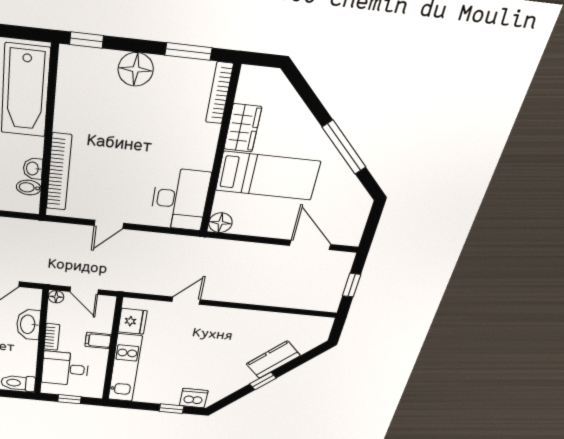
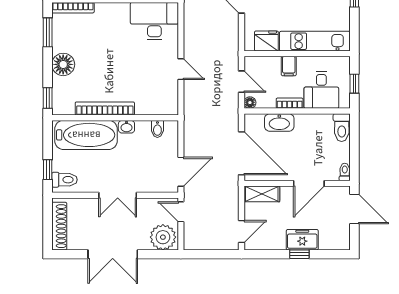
washbasin: (33, 169) -> (126, 127), moved
bookcase: (59, 172) -> (105, 108), moved
door: (84, 291) -> (242, 82), hinge flipped

